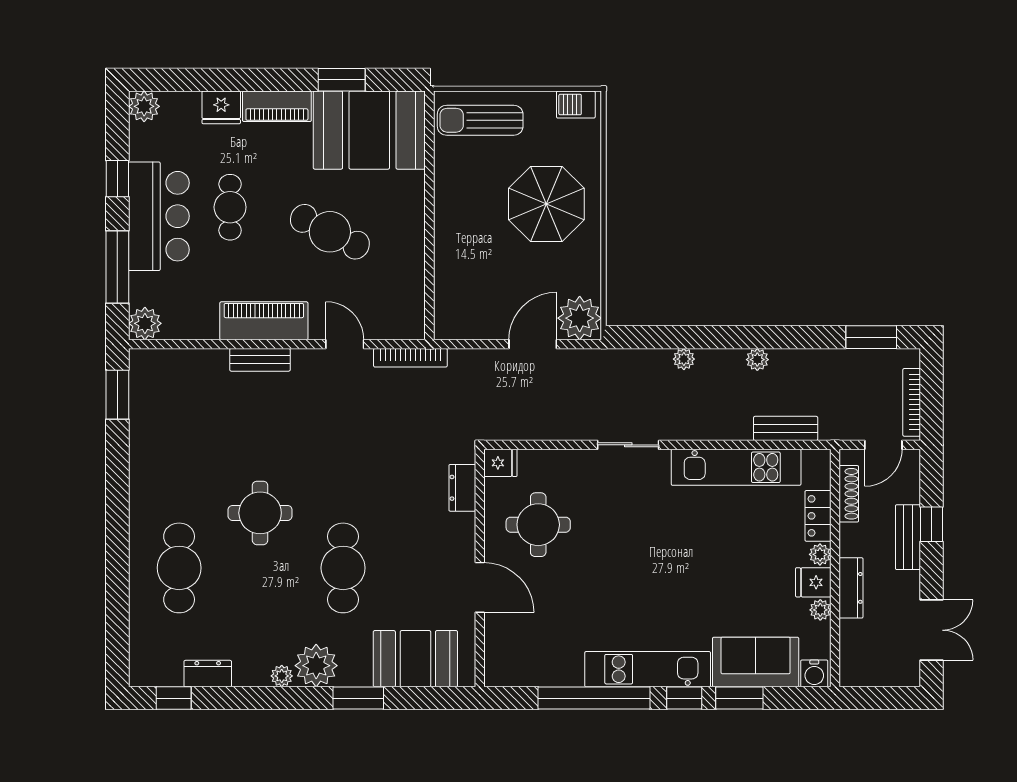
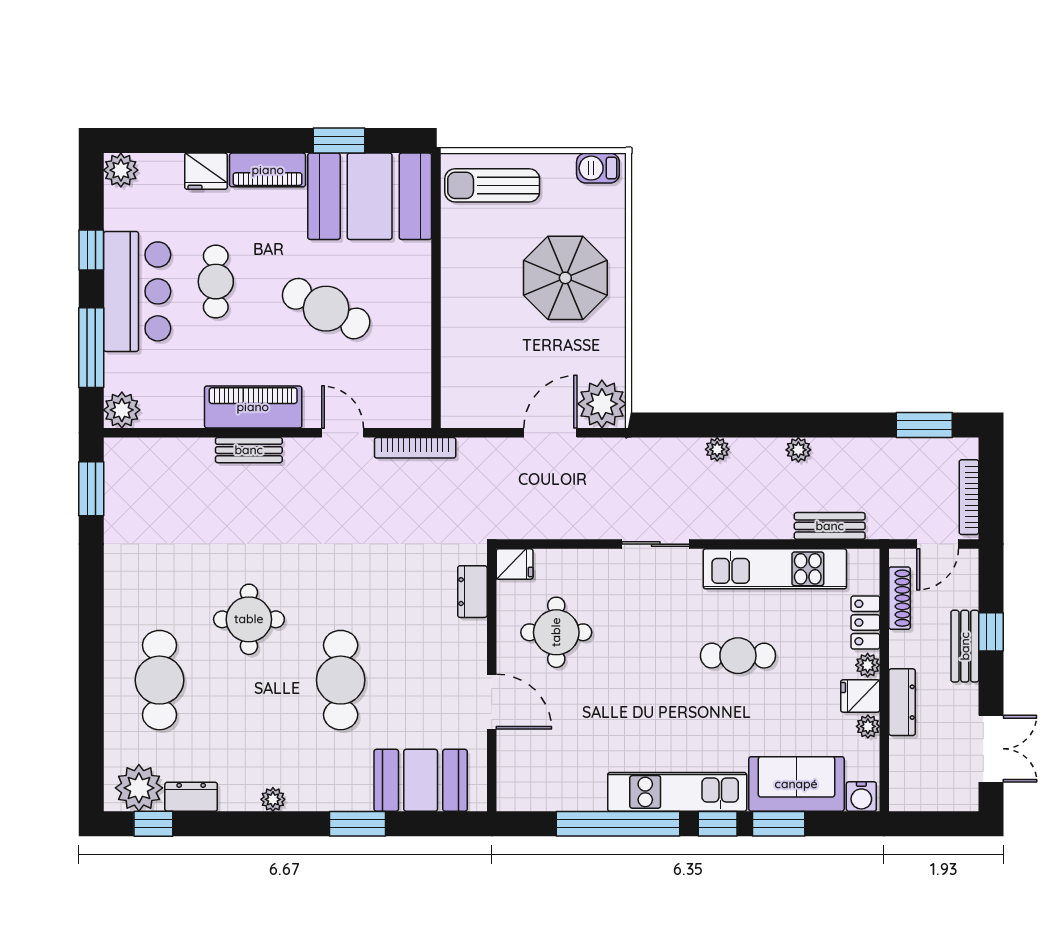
cafe table: (703, 546) -> (738, 656), added
plant: (316, 666) -> (139, 788), moved

